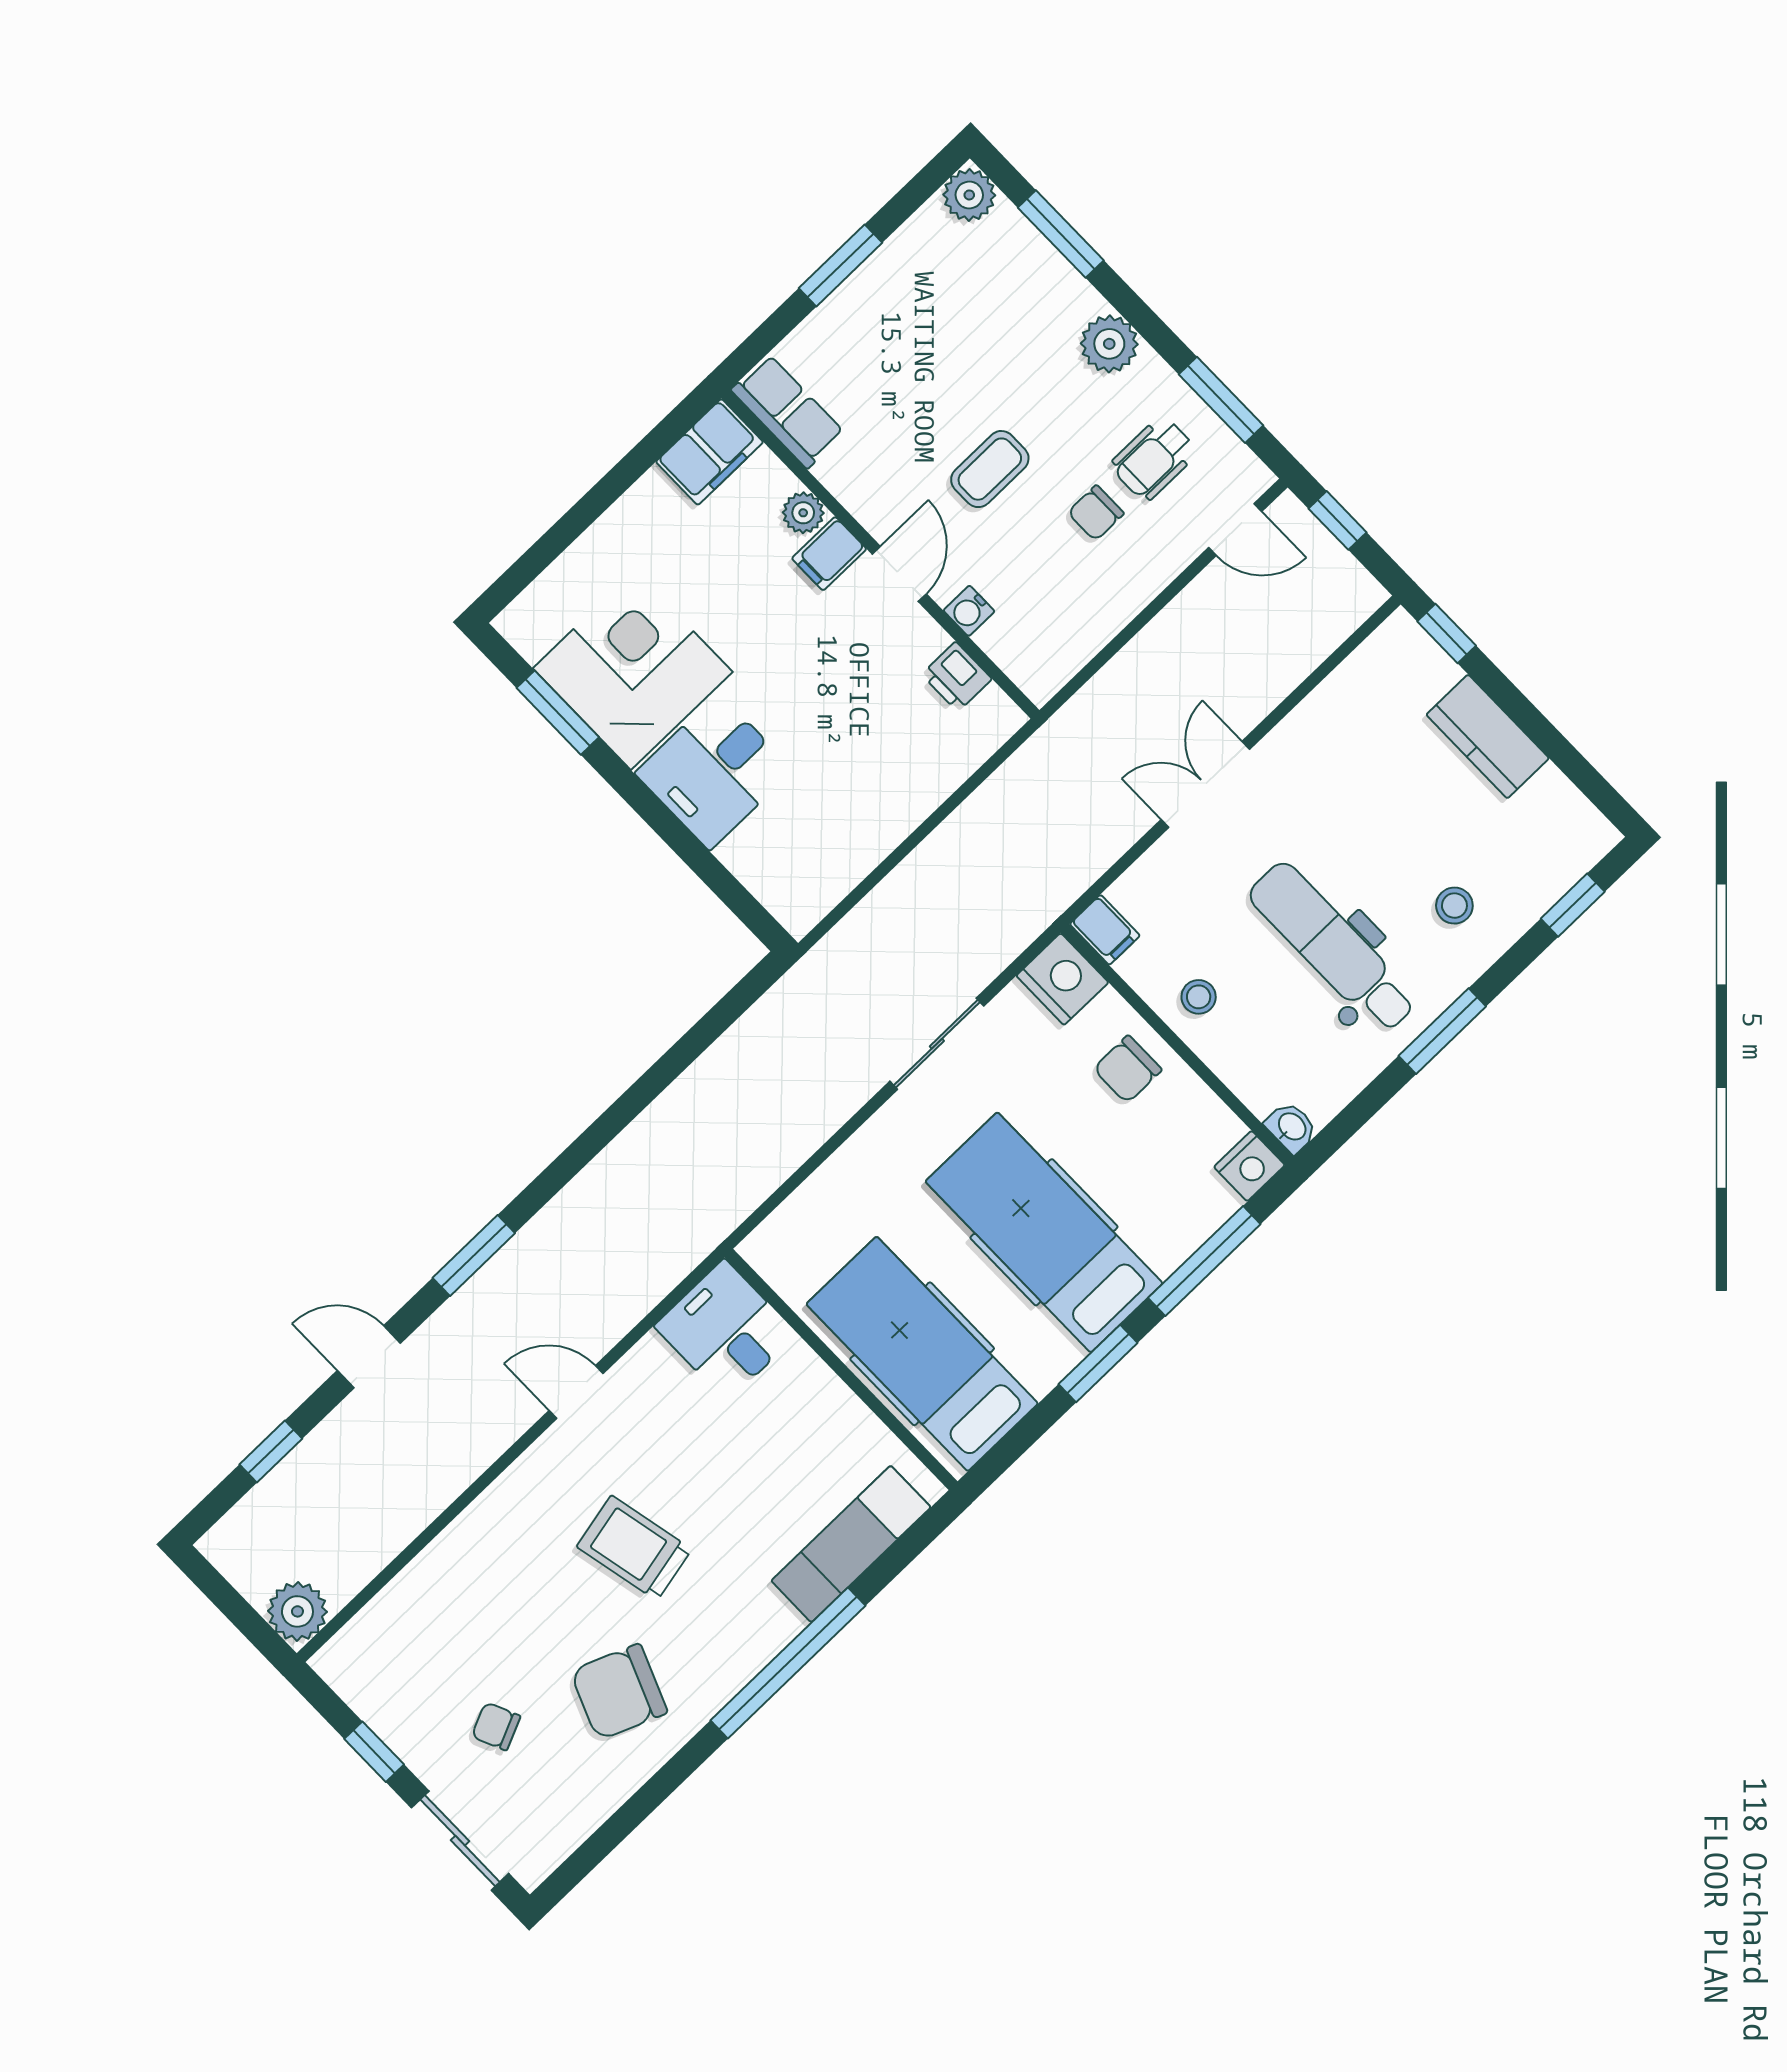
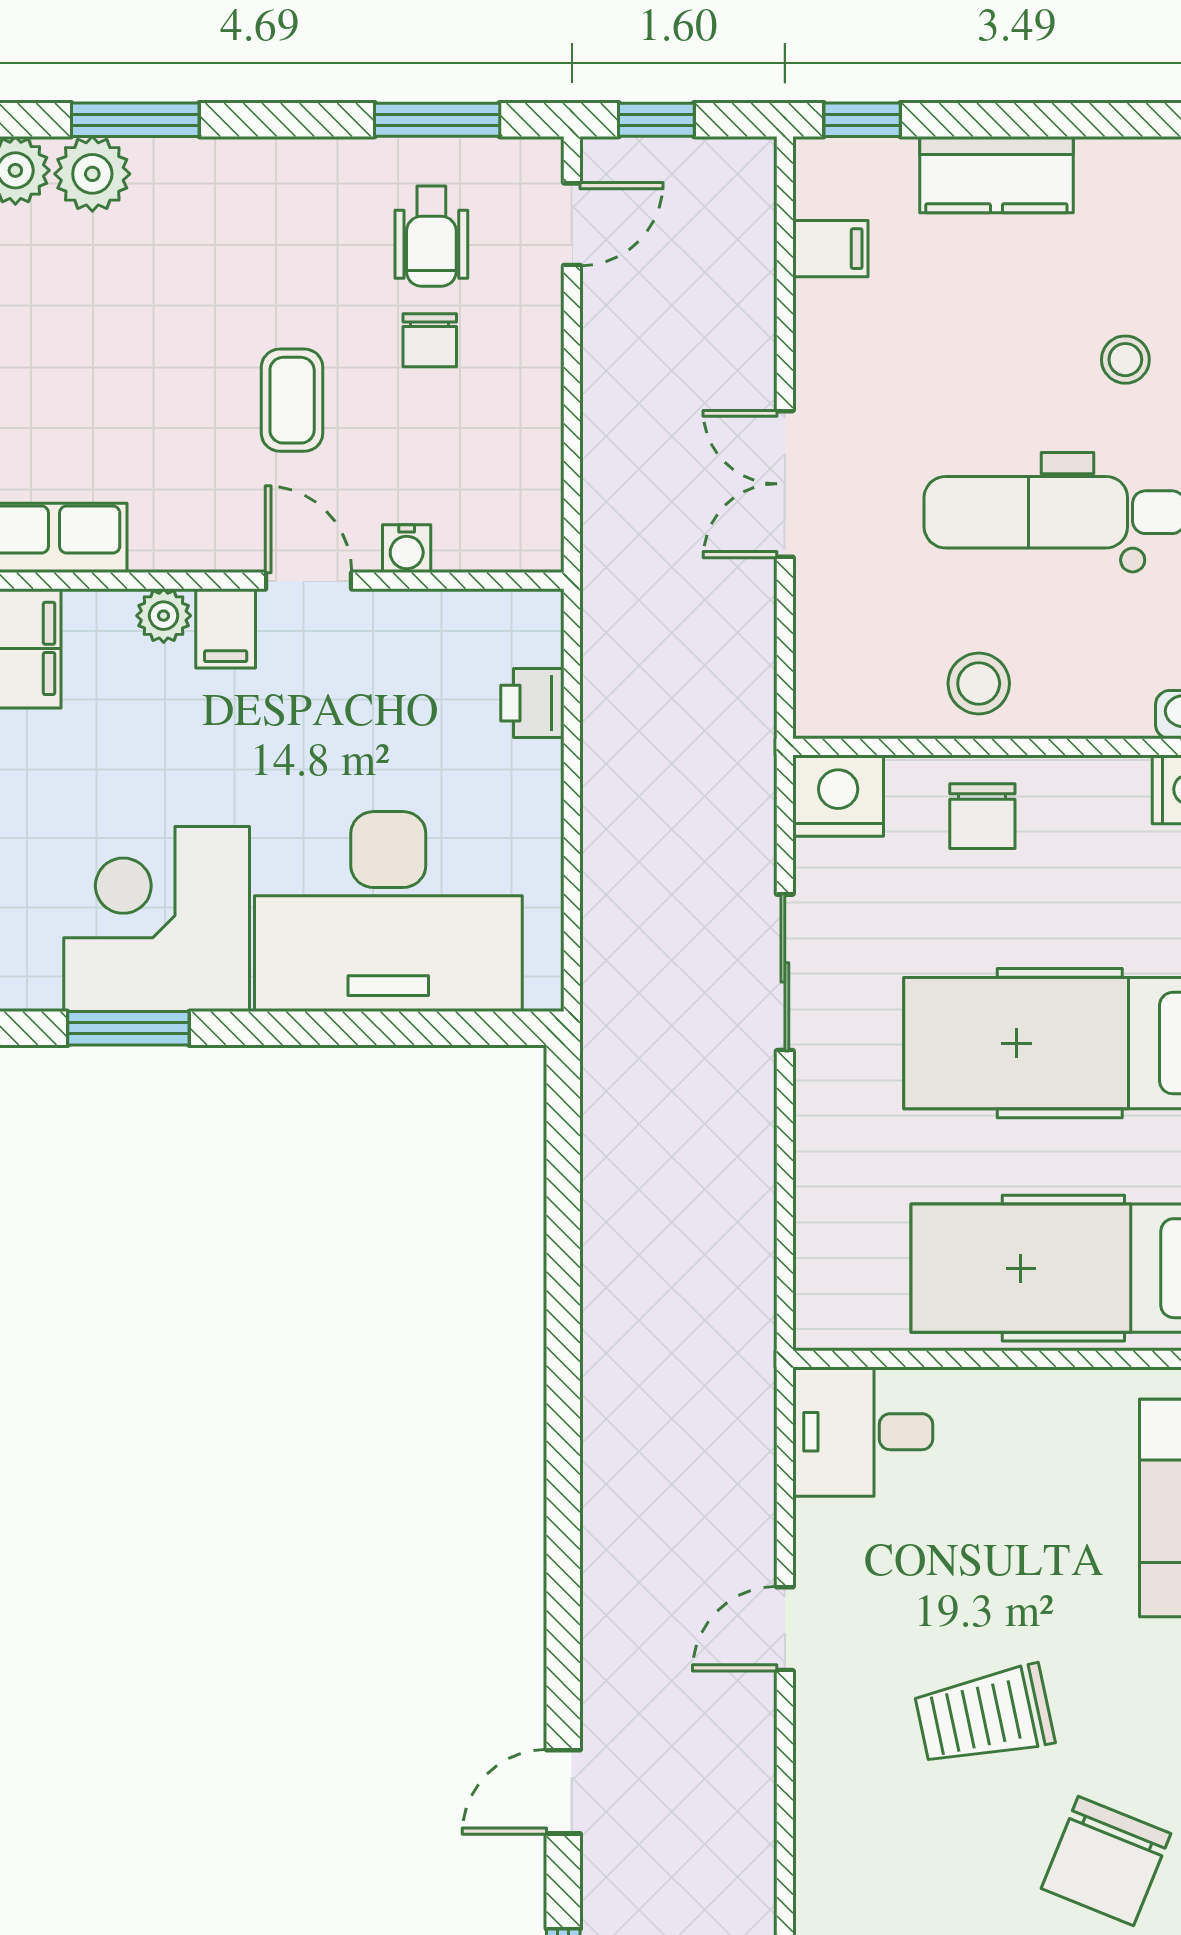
plant: (1109, 344) -> (92, 174), moved
printer: (957, 677) -> (532, 703), moved, turned 90
desk: (714, 771) -> (388, 912), width x1.87, depth x1.30
filing cabinet: (1105, 930) -> (830, 249), moved
stool: (1199, 997) -> (979, 683), width x1.37, depth x1.37
window: (474, 1256) -> (563, 1601), removed

